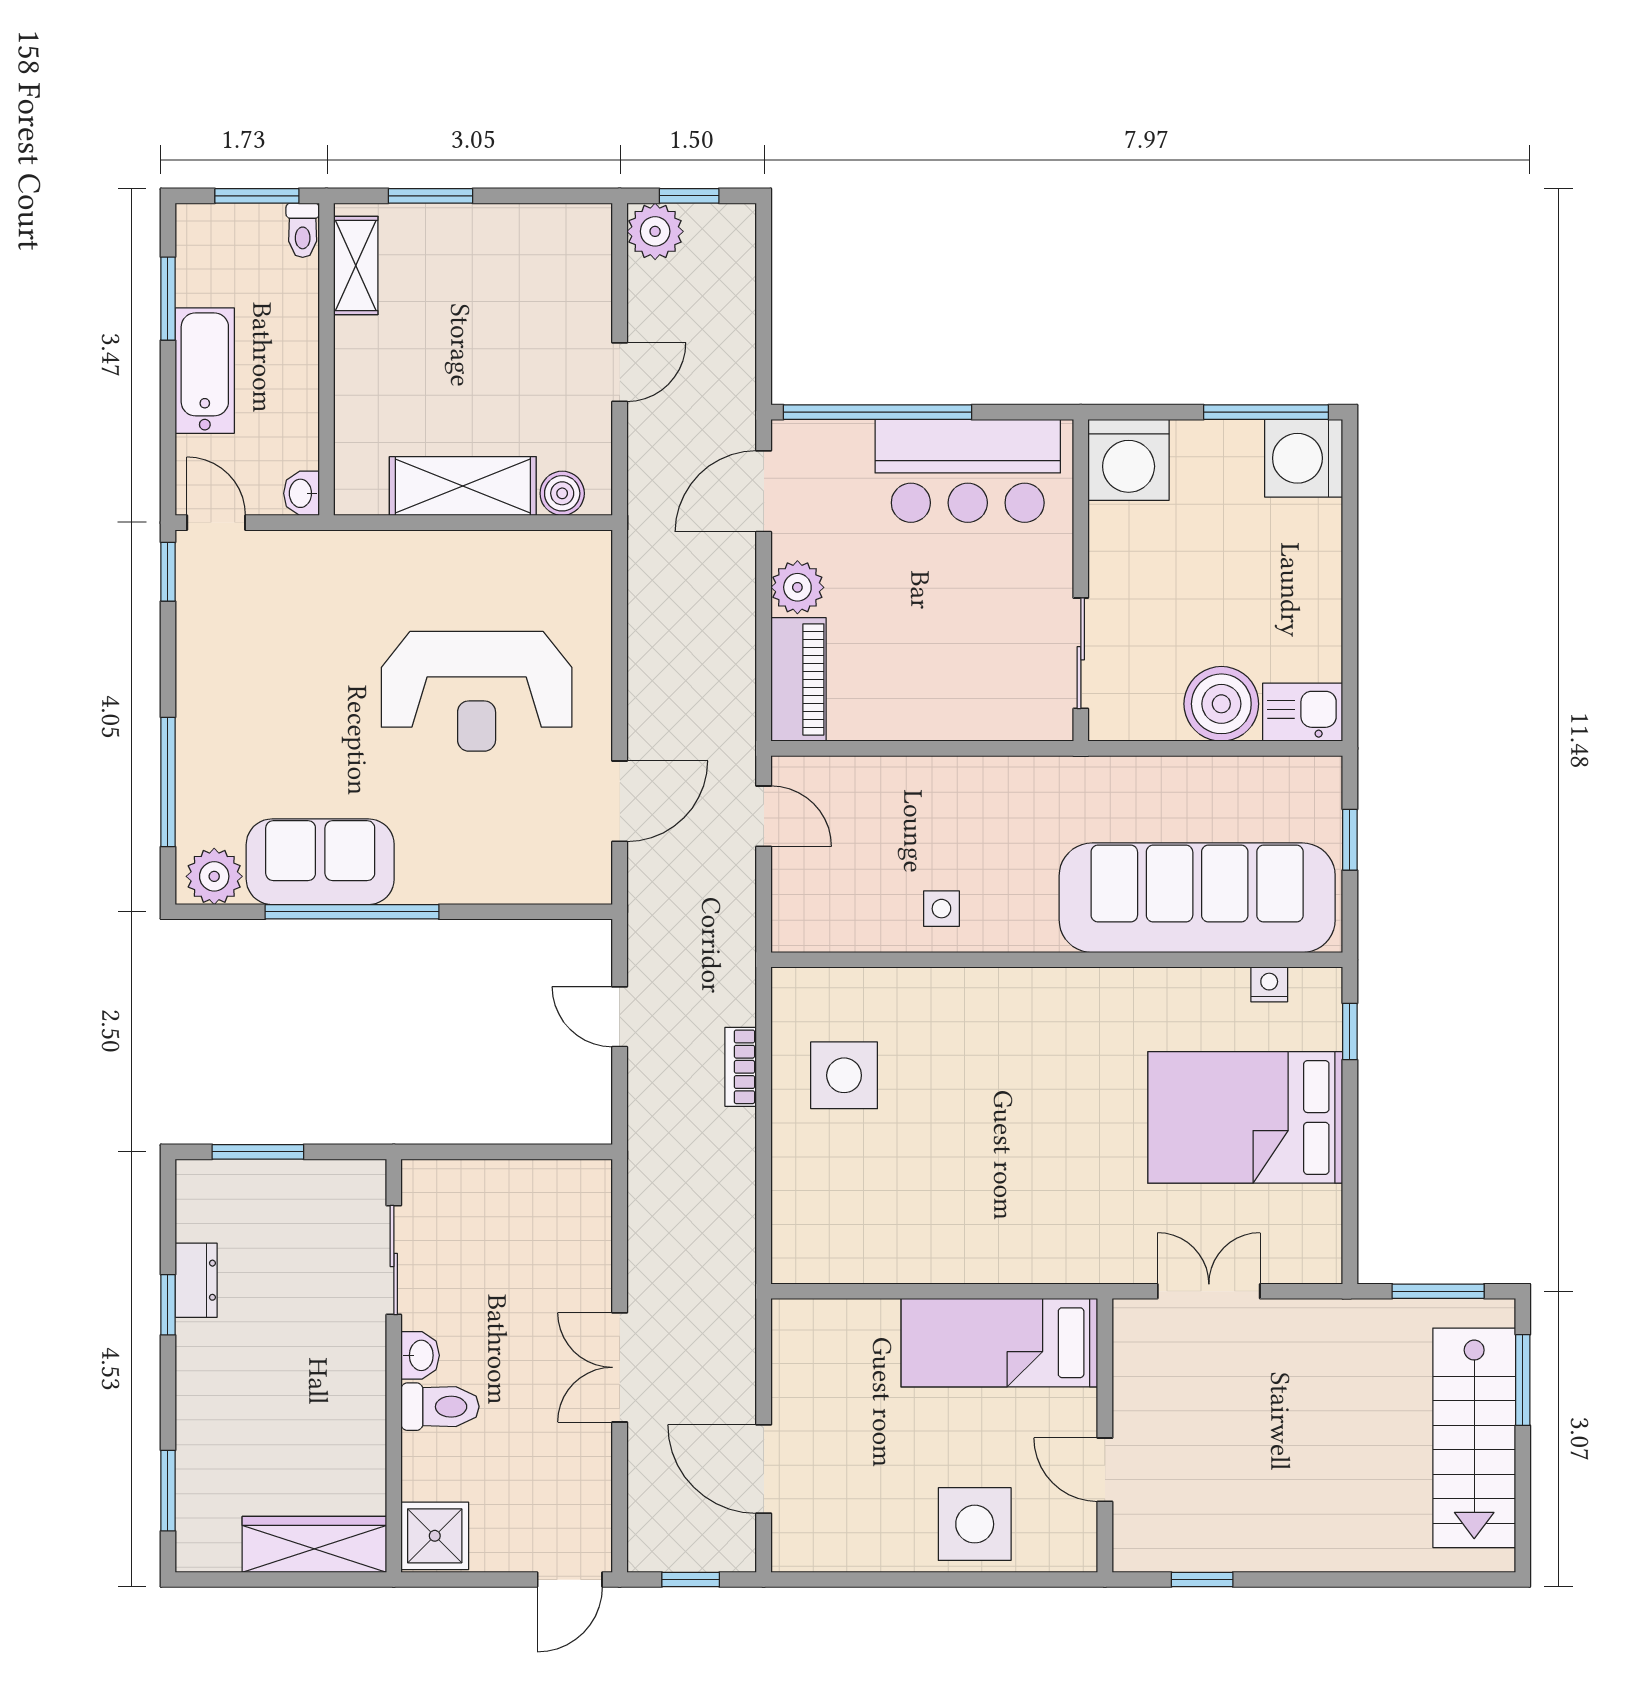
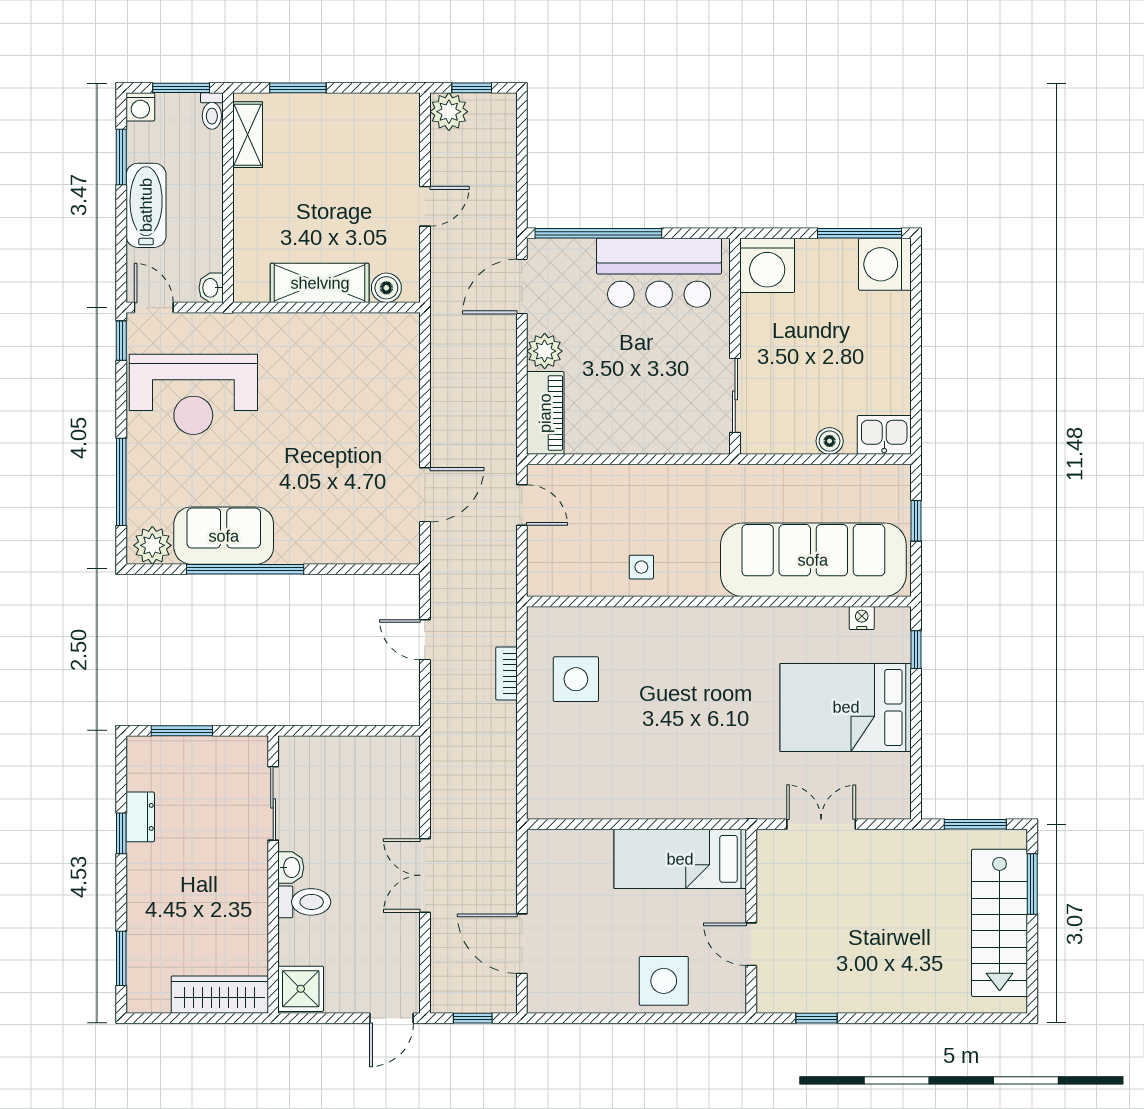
washing machine: (196, 224) -> (140, 107), added
reception desk: (477, 691) -> (193, 394), moved
boiler: (1221, 704) -> (830, 441), width x0.54, depth x0.54

